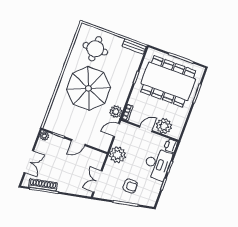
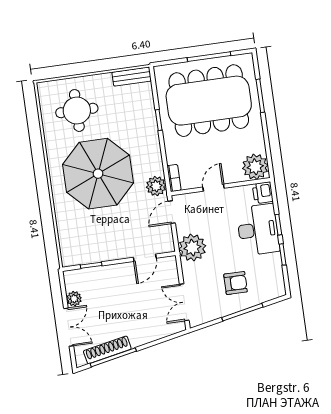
plant: (164, 126) -> (255, 167), moved
plant: (44, 136) -> (74, 299), moved
door: (78, 142) -> (145, 258), moved

